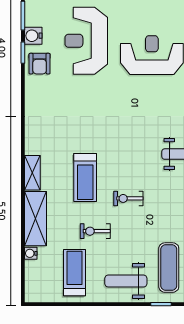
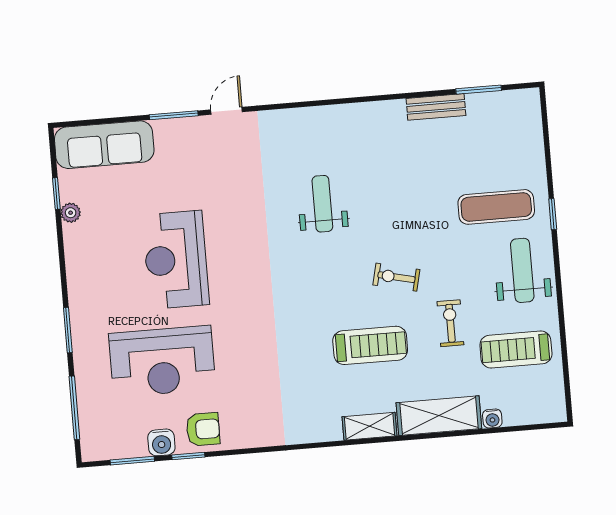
exercise bike: (128, 198) -> (396, 277), turned 103
exercise bike: (95, 231) -> (450, 323), turned 180
weight bench: (126, 281) -> (522, 270), turned 180

